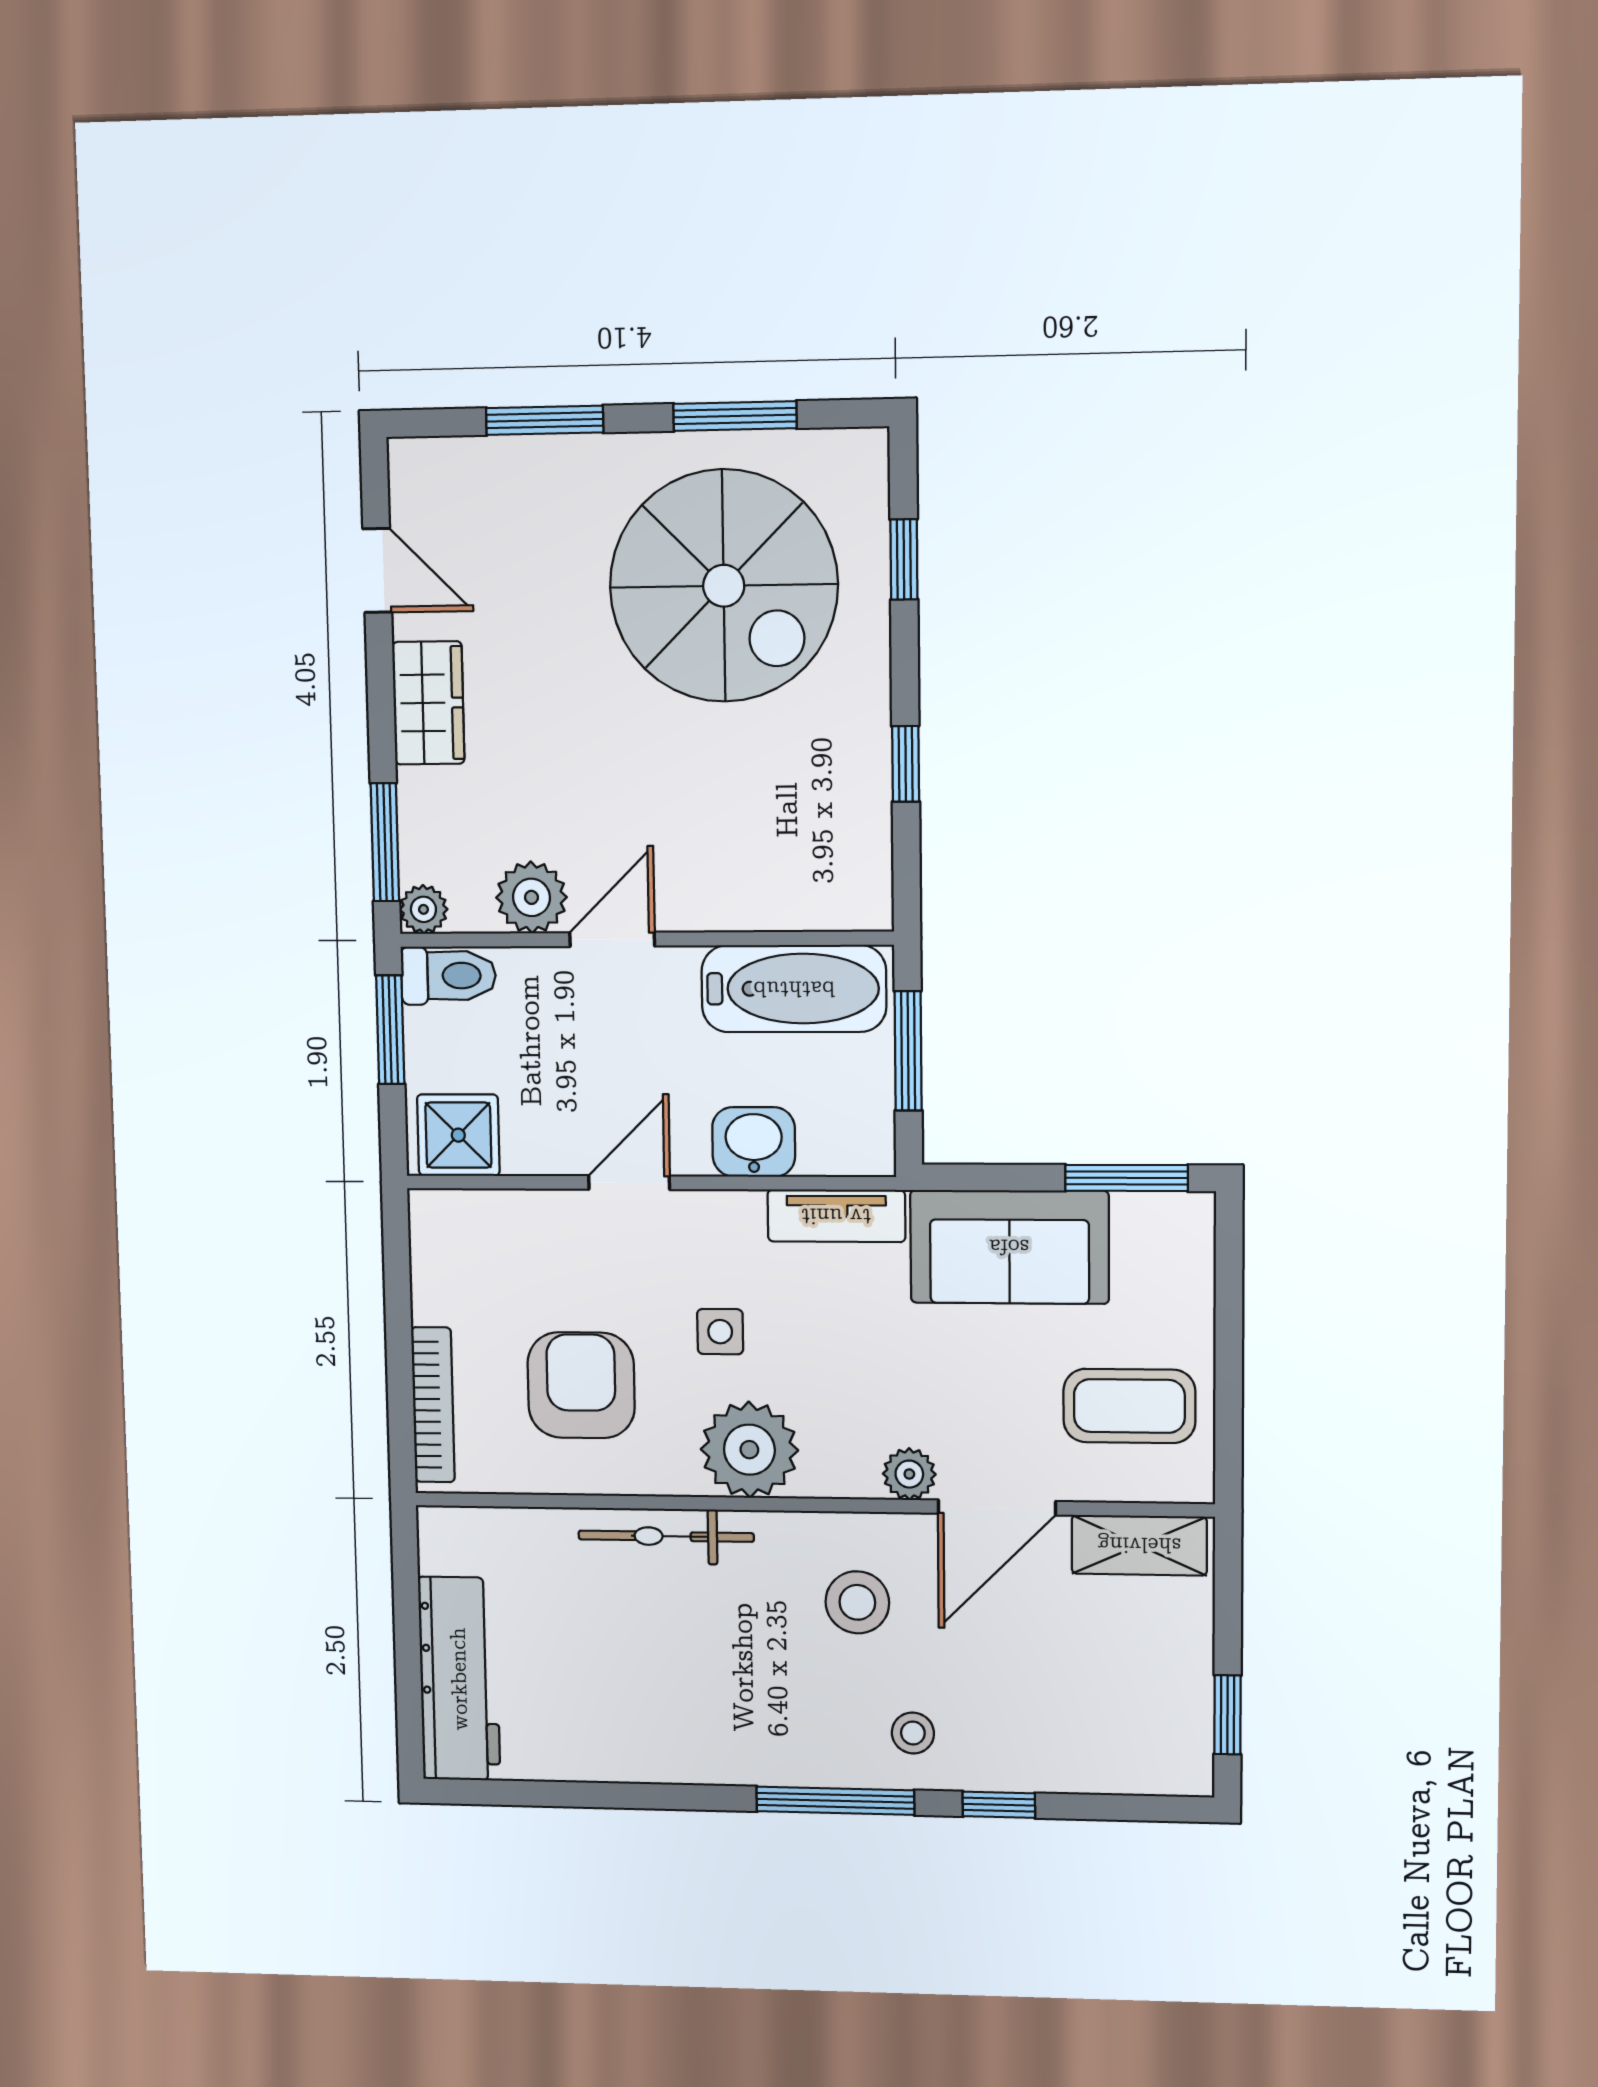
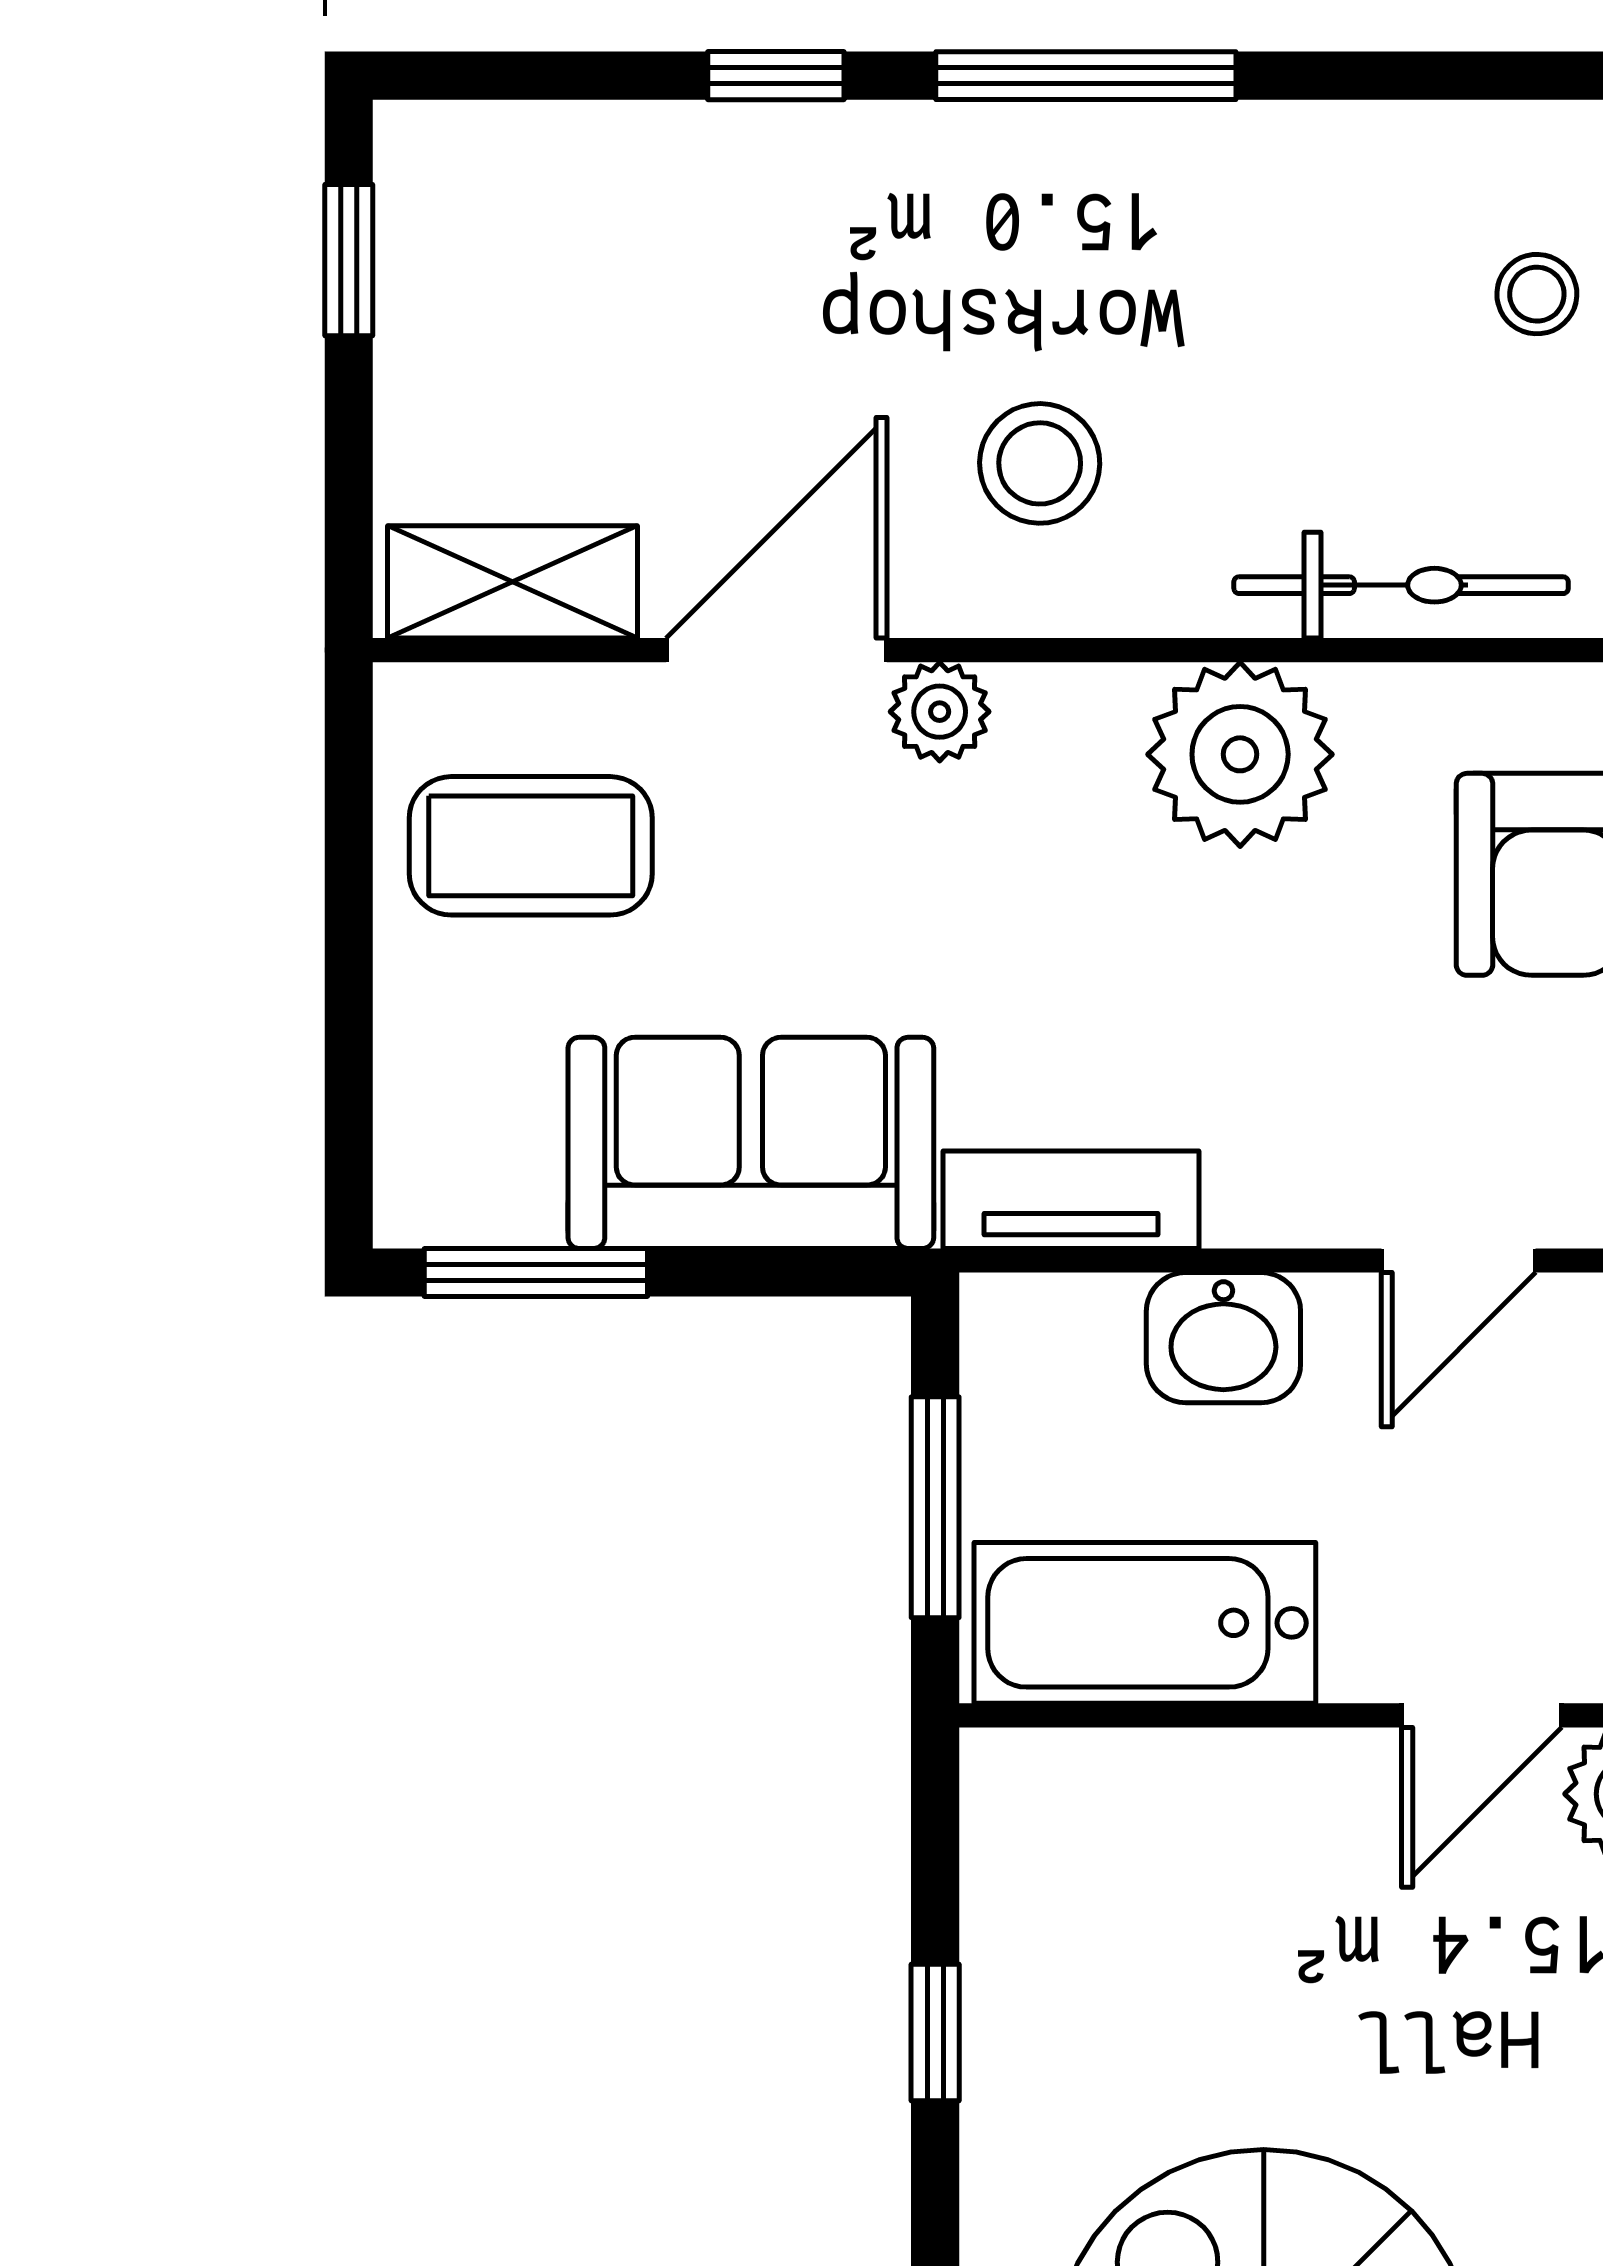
side table: (720, 1332) -> (1292, 979), removed
stool: (913, 1733) -> (1537, 294), moved

